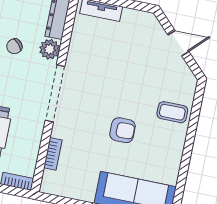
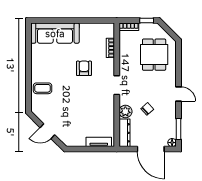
doorway: (55, 93) -> (117, 85), width x0.53
armchair: (123, 130) -> (84, 68), moved, turned 90

